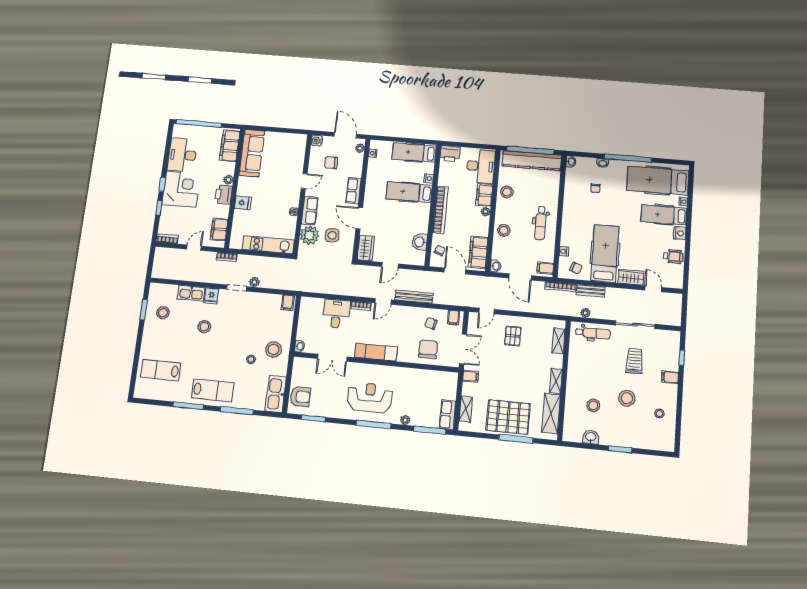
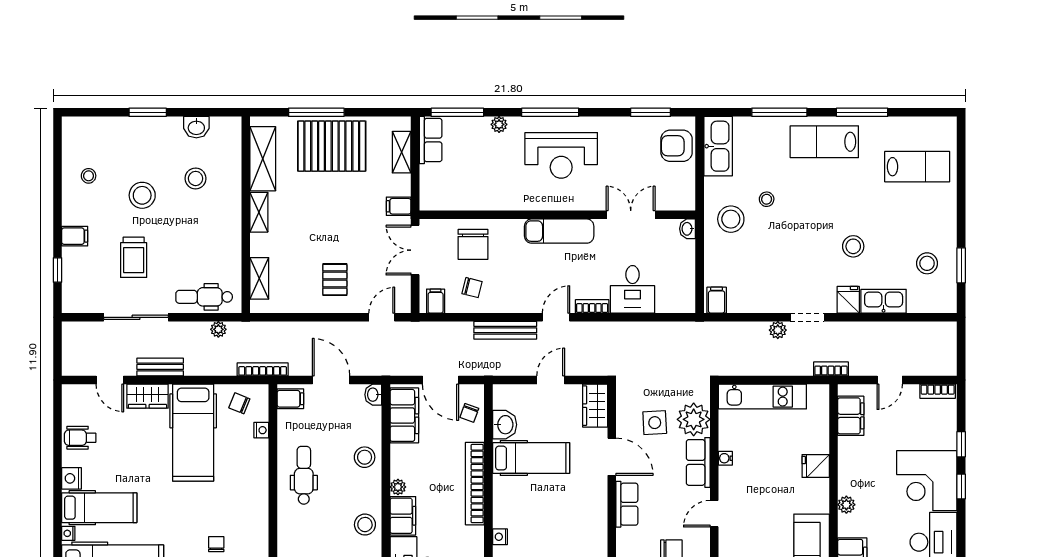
hospital bed: (409, 192) -> (531, 458), moved
printer: (224, 194) -> (851, 478), removed
bench: (591, 291) -> (160, 367), moved

